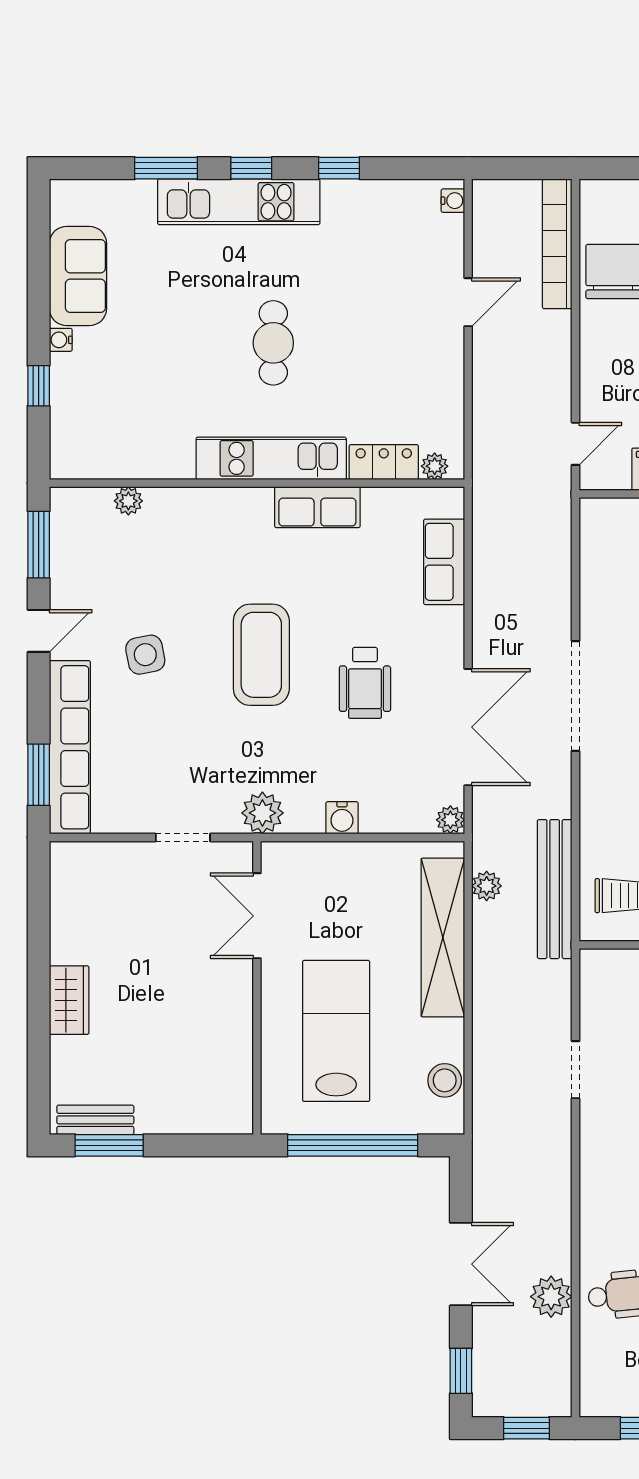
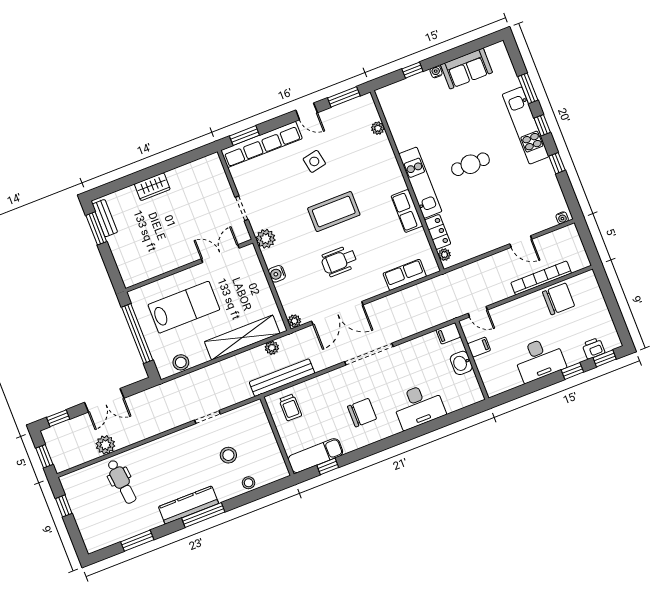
bookcase: (557, 244) -> (541, 278), moved
filing cabinet: (596, 520) -> (448, 333), added

